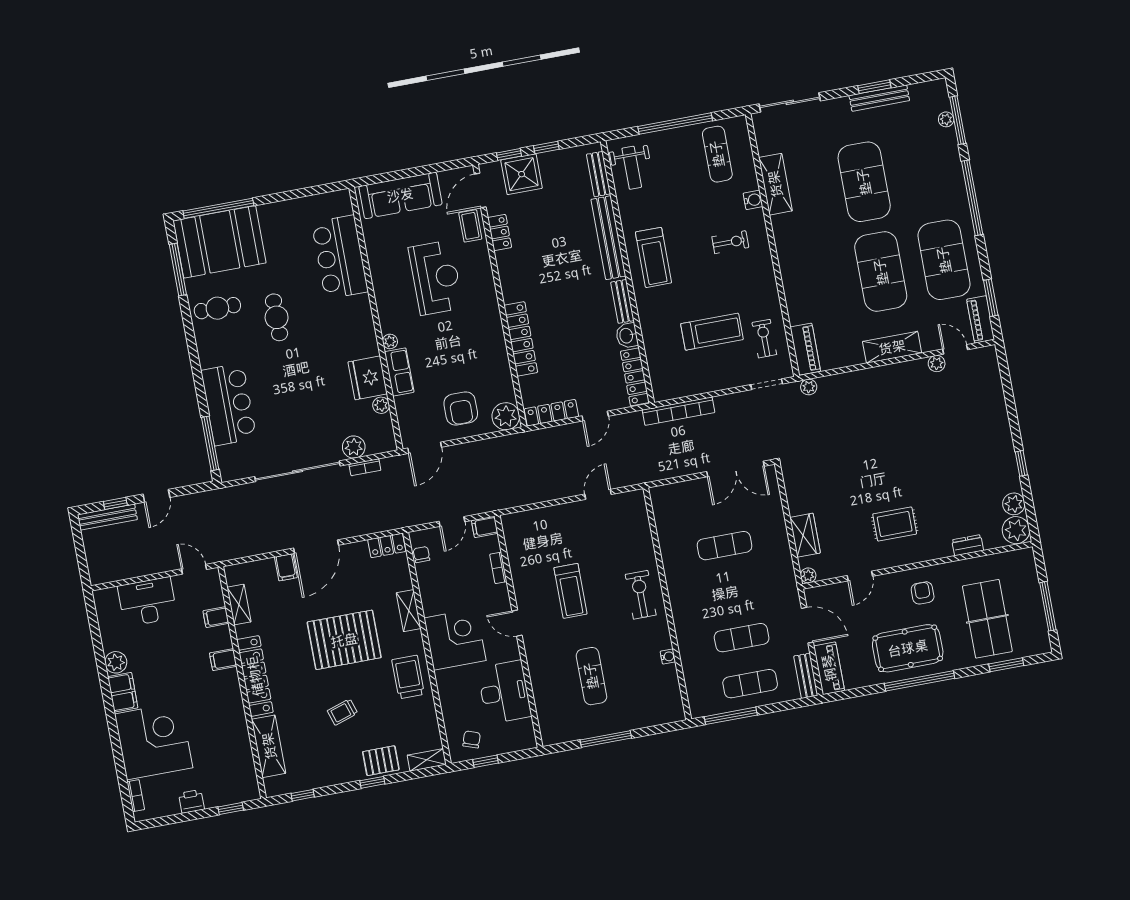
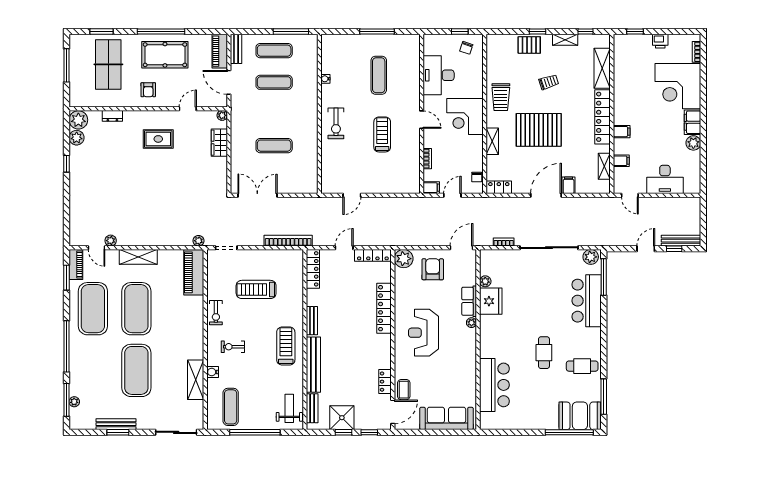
shower: (522, 174) -> (342, 418), moved
booth: (220, 242) -> (580, 416), width x0.73, depth x0.70
reception desk: (436, 278) -> (423, 333), moved
washbasin: (627, 336) -> (313, 297), removed
exercise bike: (764, 339) -> (216, 313), moved
piano: (805, 349) -> (194, 272), width x1.37, depth x1.33
plant: (354, 447) -> (591, 257), moved
shelving: (427, 760) -> (565, 40), moved

